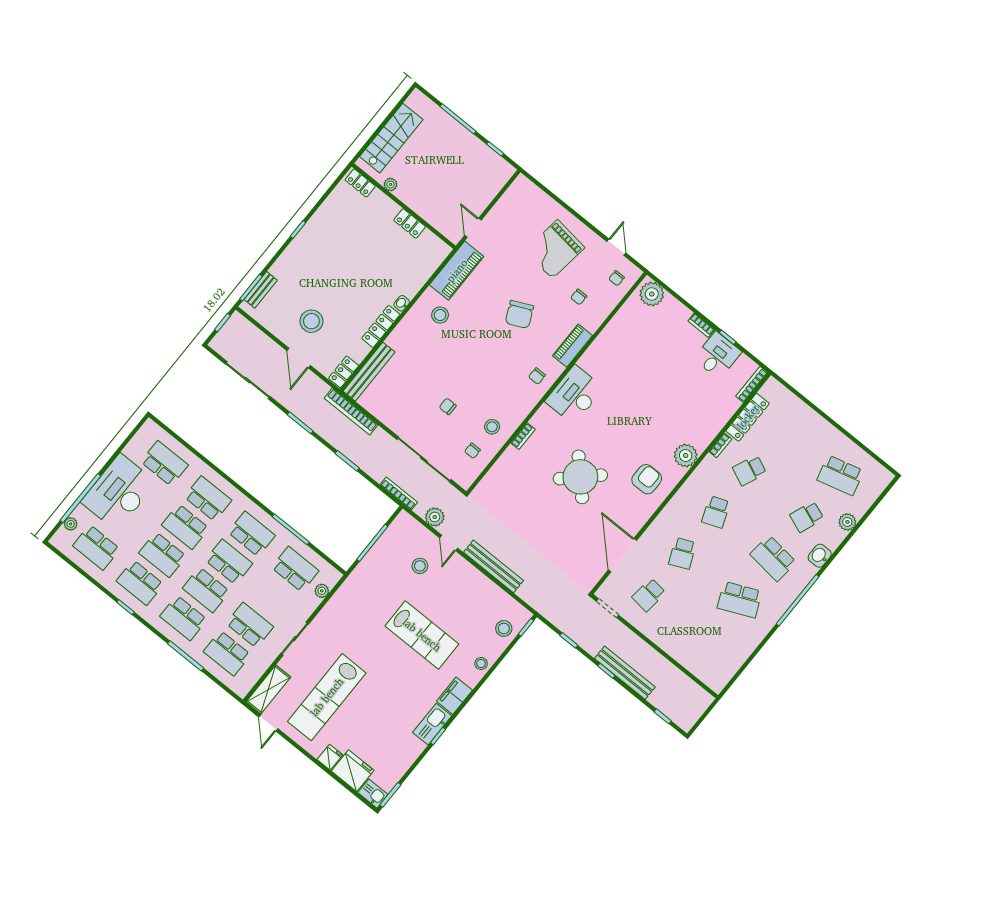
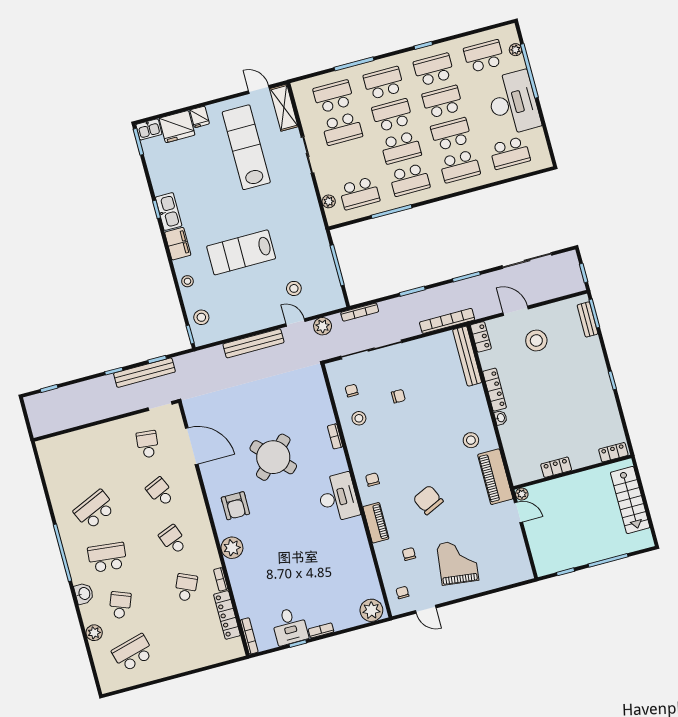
plant: (391, 184) -> (522, 494), moved
bench: (625, 673) -> (144, 373), moved

